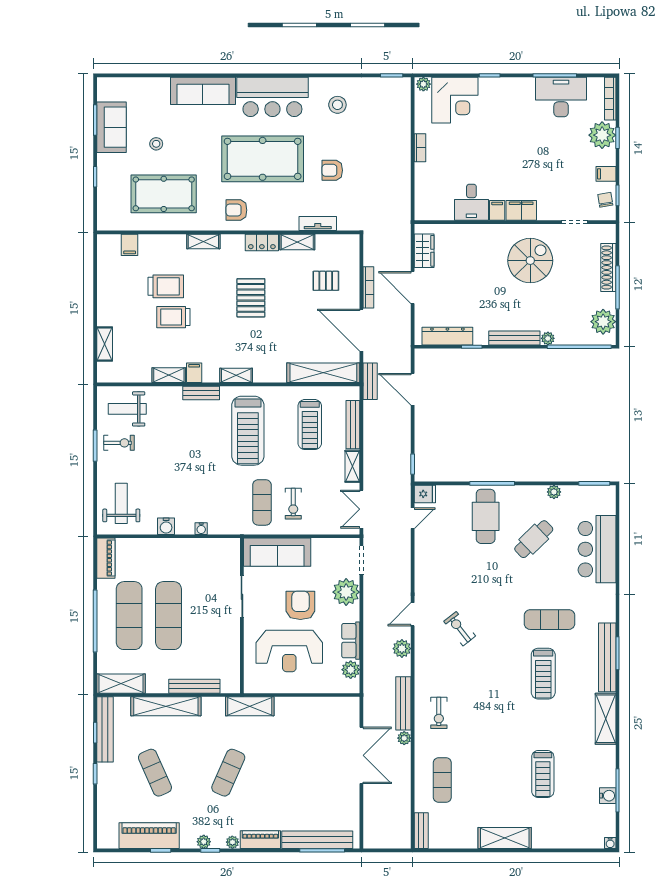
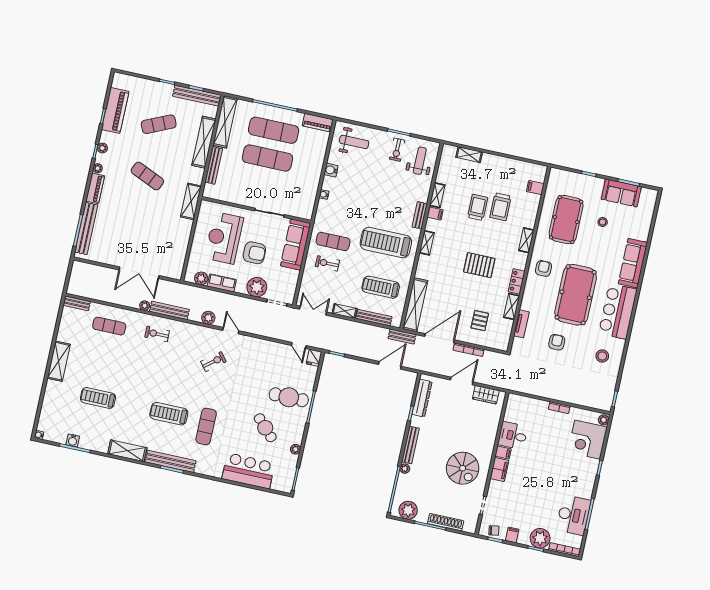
shelving: (121, 684) -> (225, 122), width x1.47

